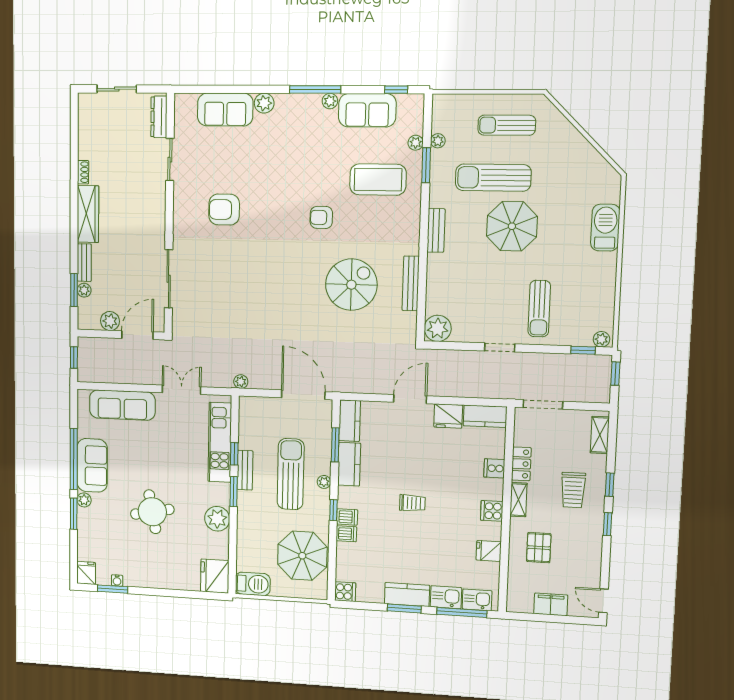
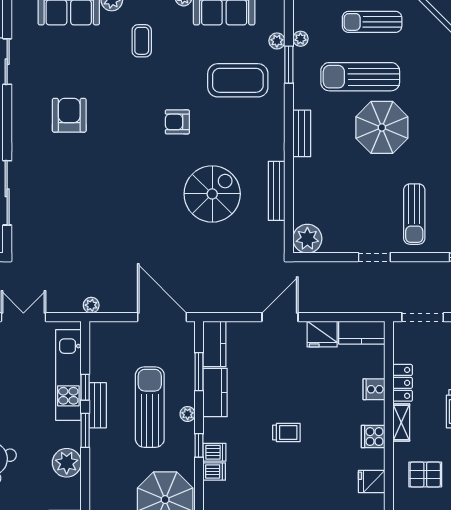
coffee table: (291, 141) -> (142, 41), added
armchair: (224, 210) -> (69, 115), turned 90
pallet: (539, 548) -> (425, 474), turned 90

